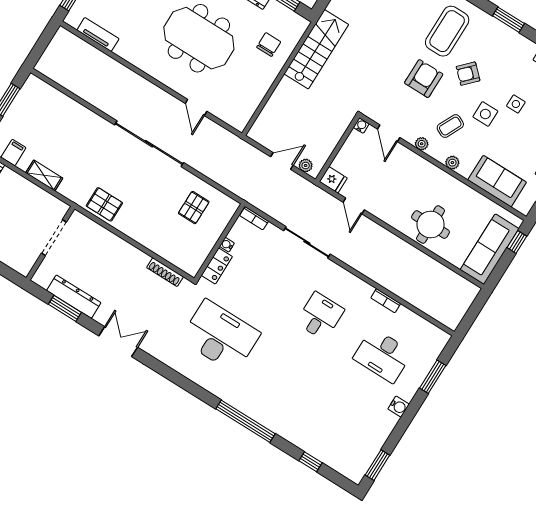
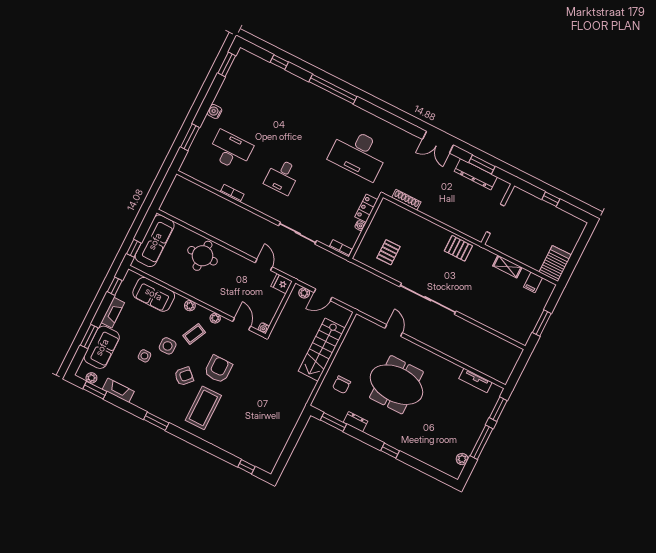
stairs: (316, 49) -> (322, 350), moved
armchair: (424, 79) -> (218, 369), turned 180

